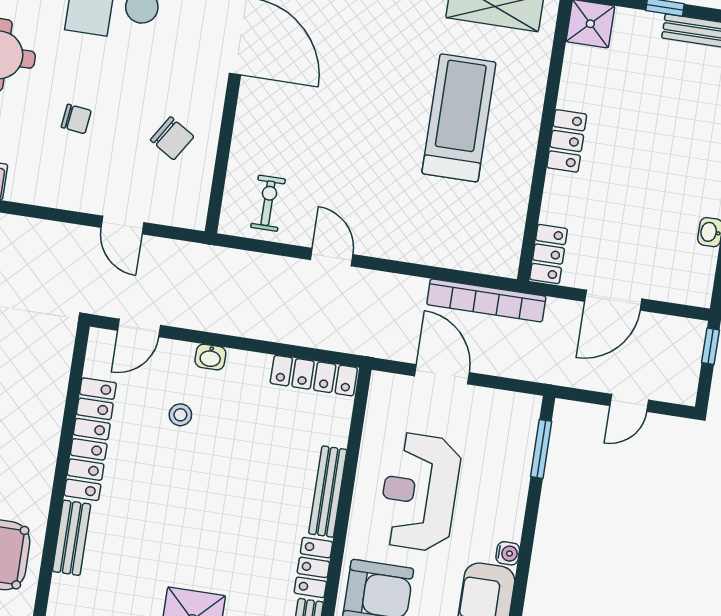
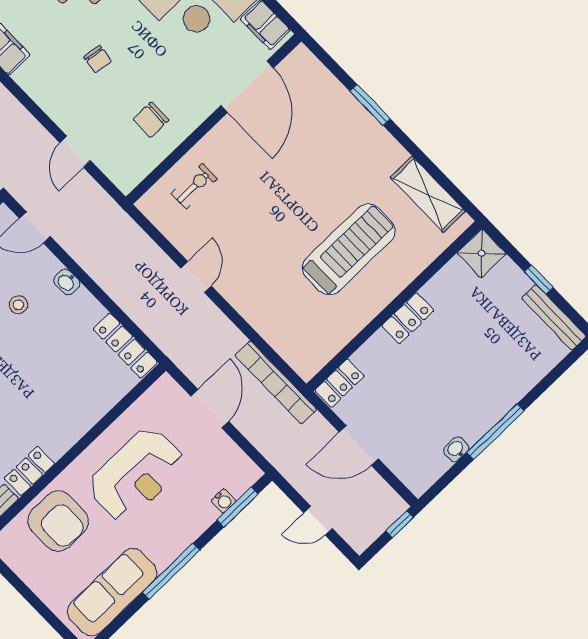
chair: (172, 138) -> (151, 120), turned 58
exercise bike: (268, 203) -> (194, 186), moved
bench: (328, 492) -> (77, 429), removed
reception desk: (419, 492) -> (136, 475), turned 180
water cooler: (508, 553) -> (224, 501), moved
window: (524, 560) -> (171, 571), added

